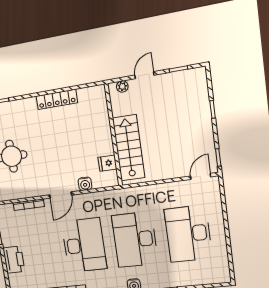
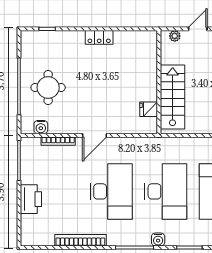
locker: (57, 99) -> (99, 37), width x0.66
water cooler: (85, 184) -> (41, 127), moved
desk: (135, 240) -> (166, 191), turned 180

